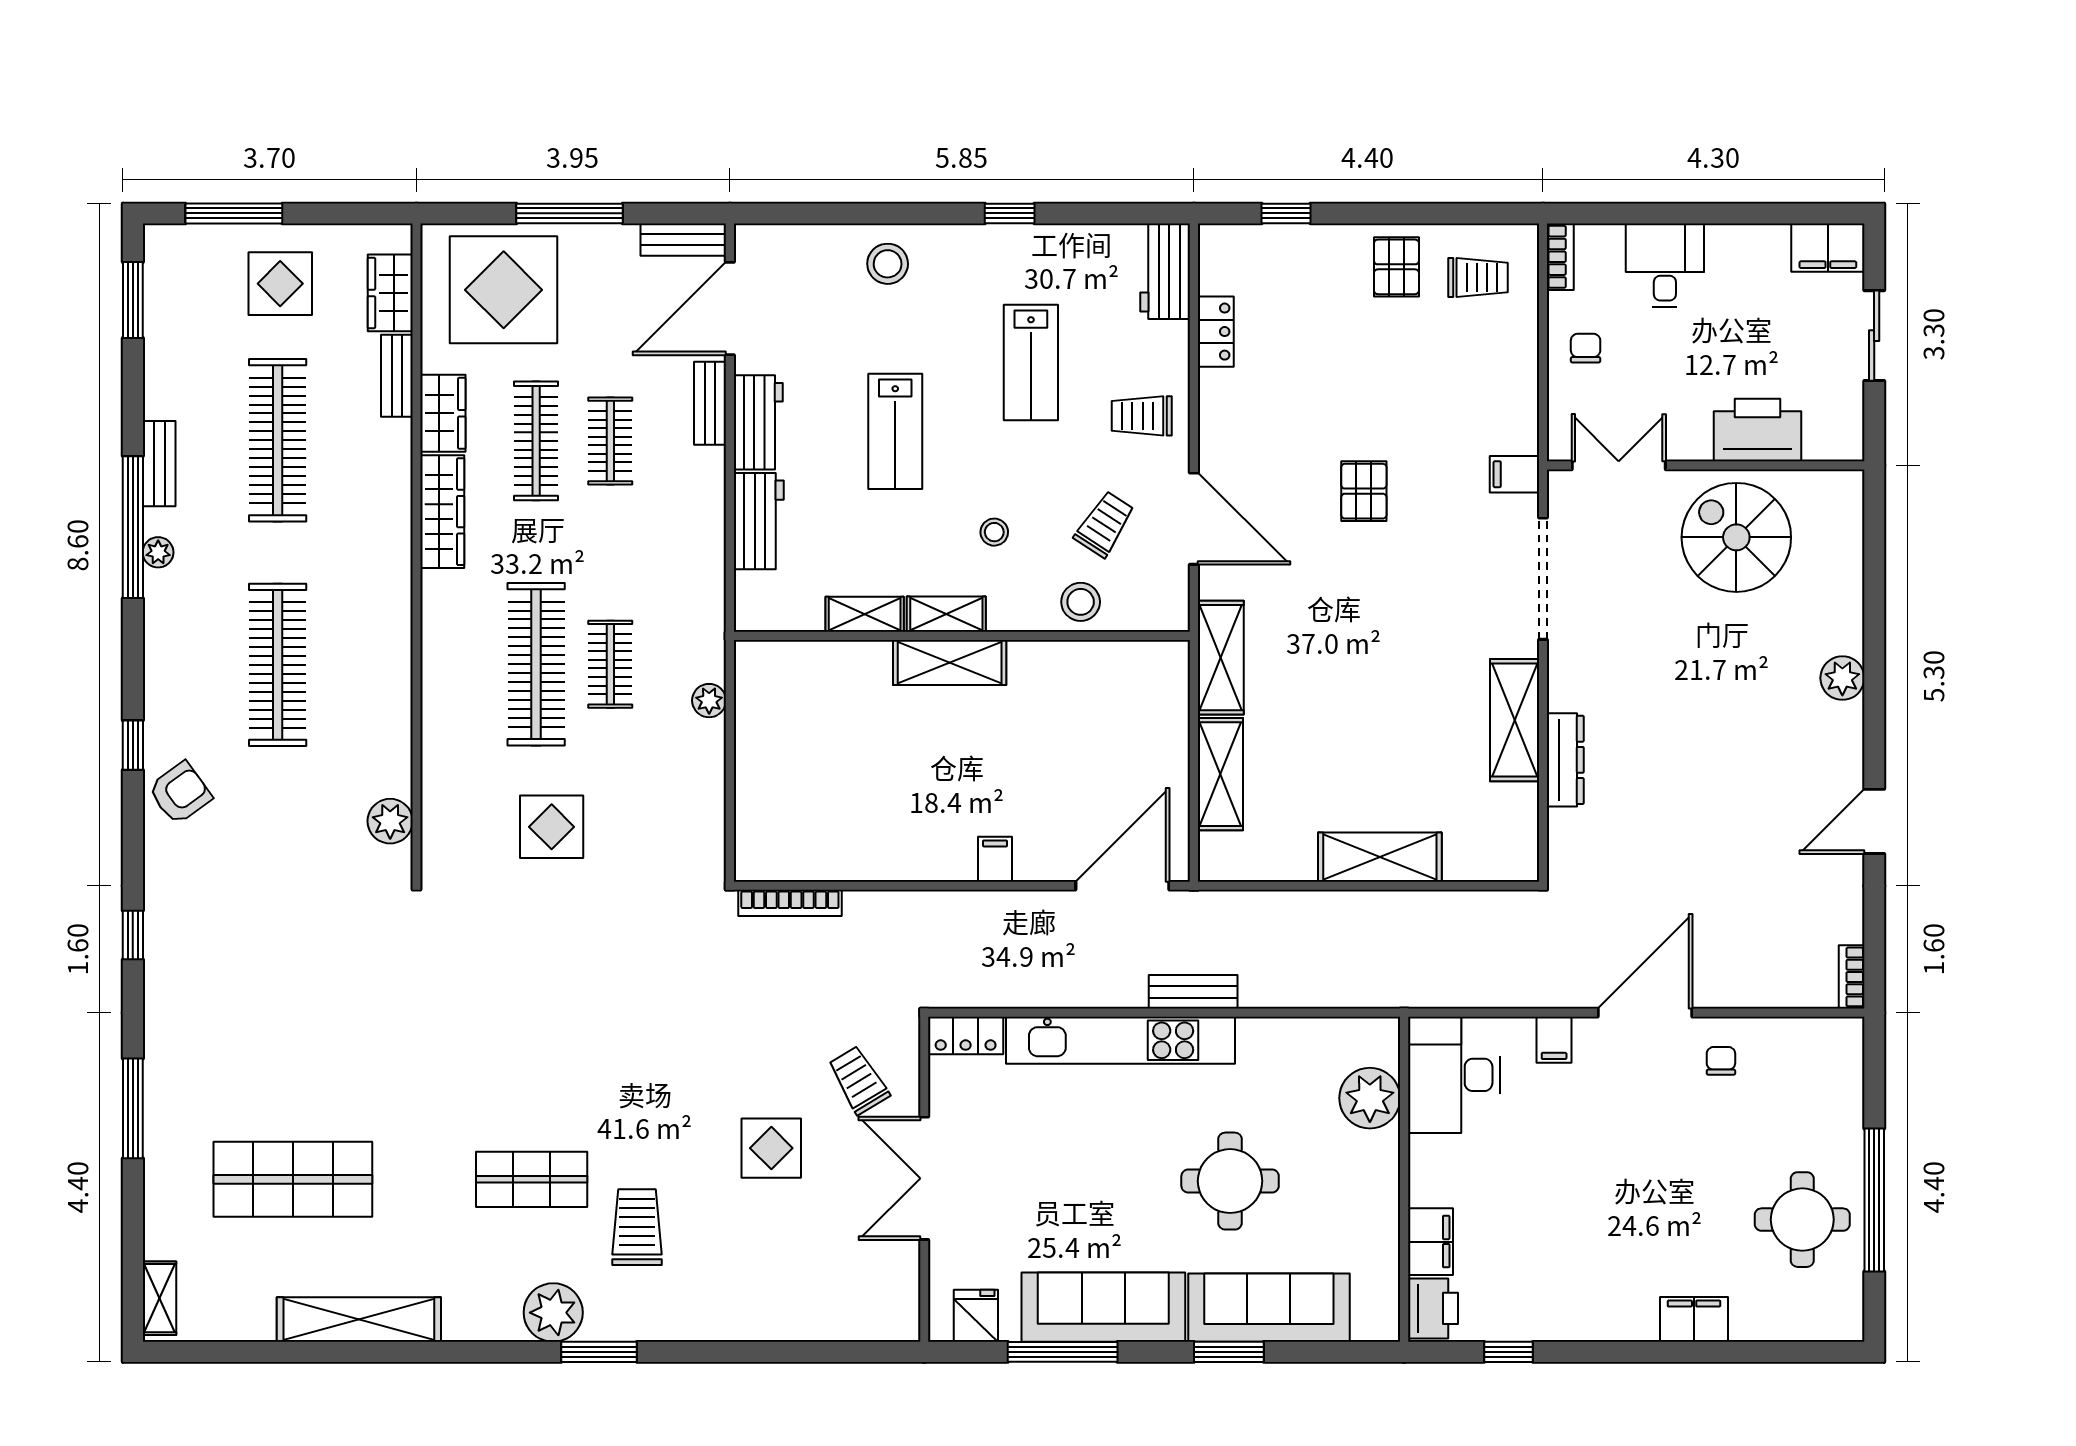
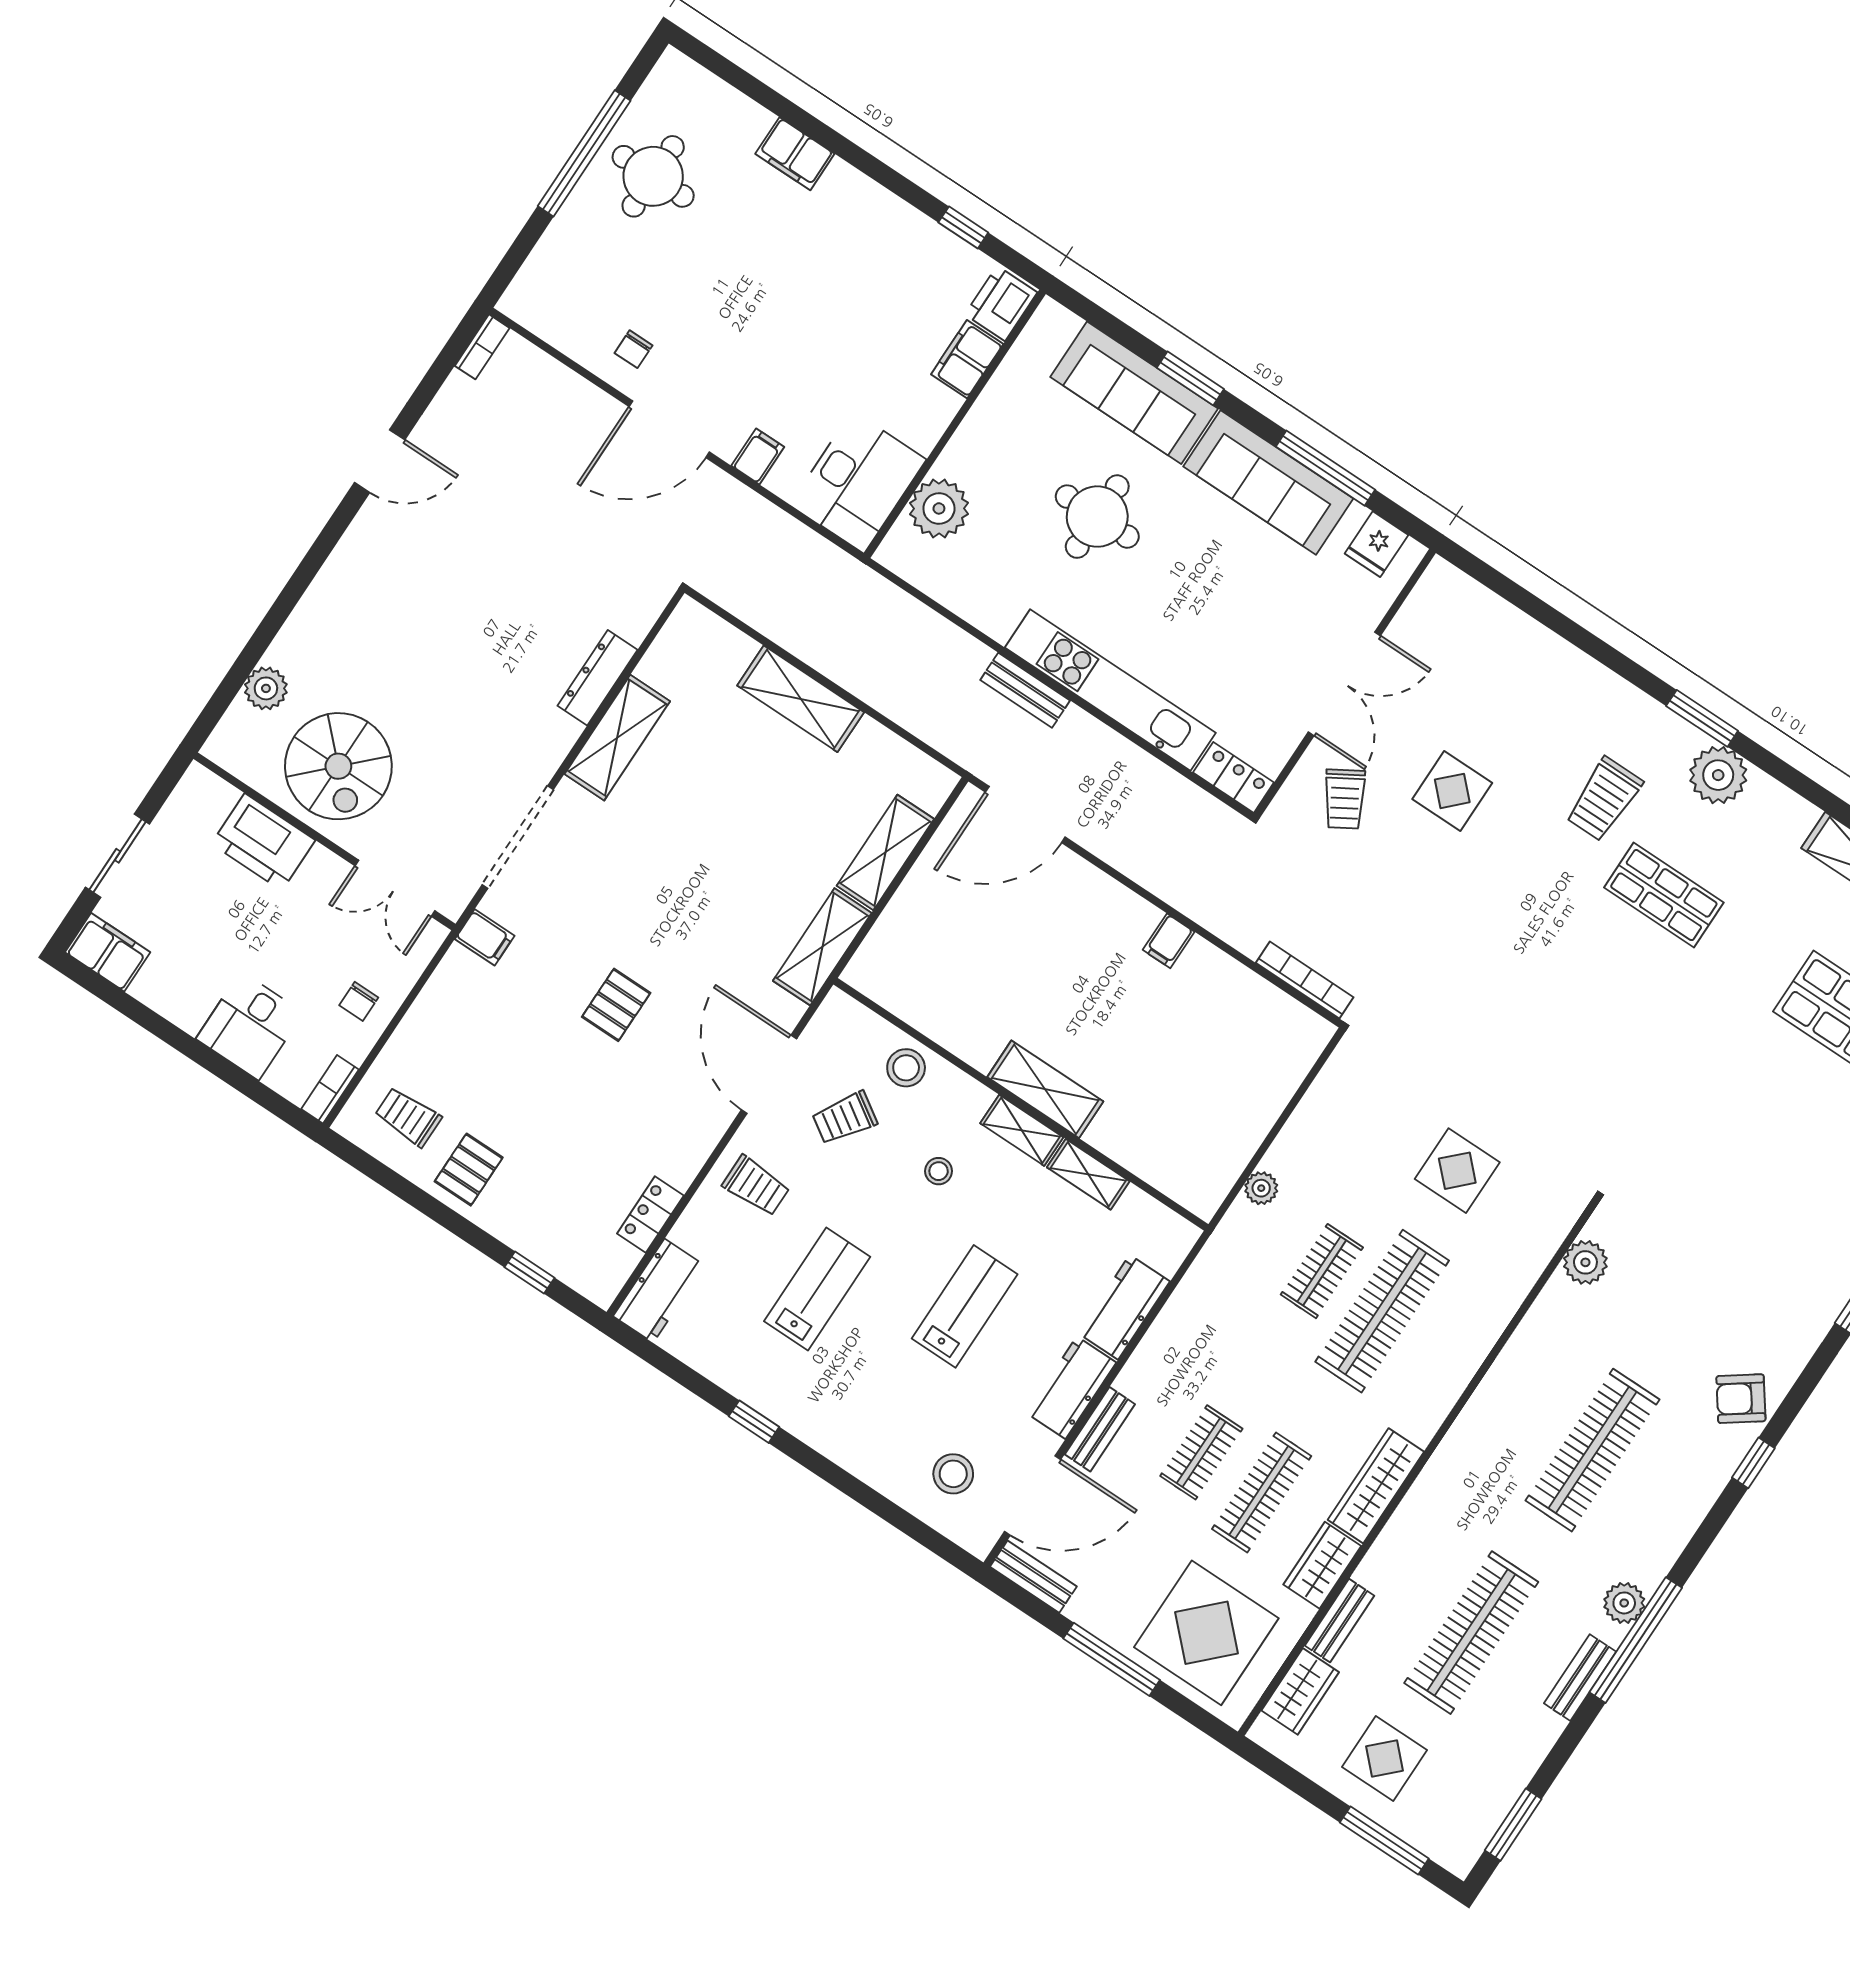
stool: (888, 264) -> (953, 1474), moved
plant: (158, 552) -> (1624, 1603), width x1.38, depth x1.38
plant: (1842, 678) -> (266, 688), moved
filing cabinet: (995, 859) -> (1169, 941), moved

